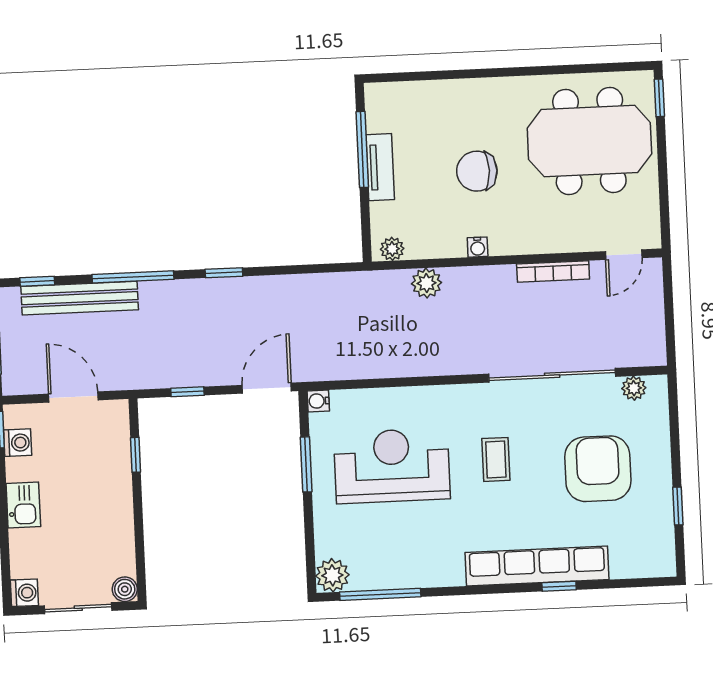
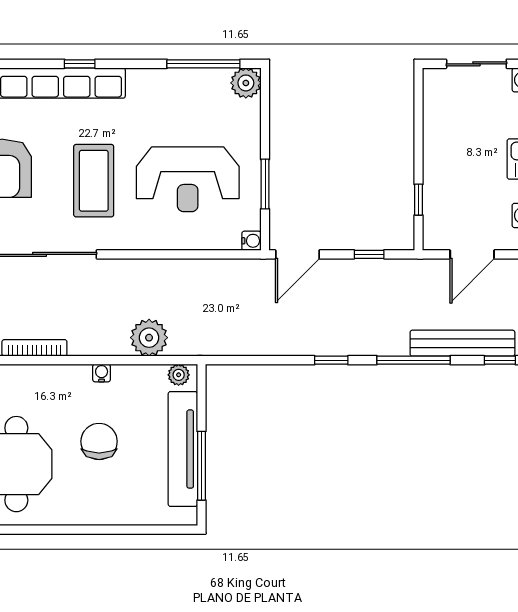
tv unit: (380, 167) -> (183, 449), width x1.92, depth x1.29
chair: (477, 171) -> (99, 441), turned -90
plant: (427, 283) -> (149, 338), width x1.36, depth x1.36
door: (73, 397) -> (472, 254), hinge flipped
coffee table: (496, 459) -> (94, 181), width x1.86, depth x1.72
window: (559, 586) -> (80, 64), moved
boiler: (125, 589) -> (434, 79), removed

